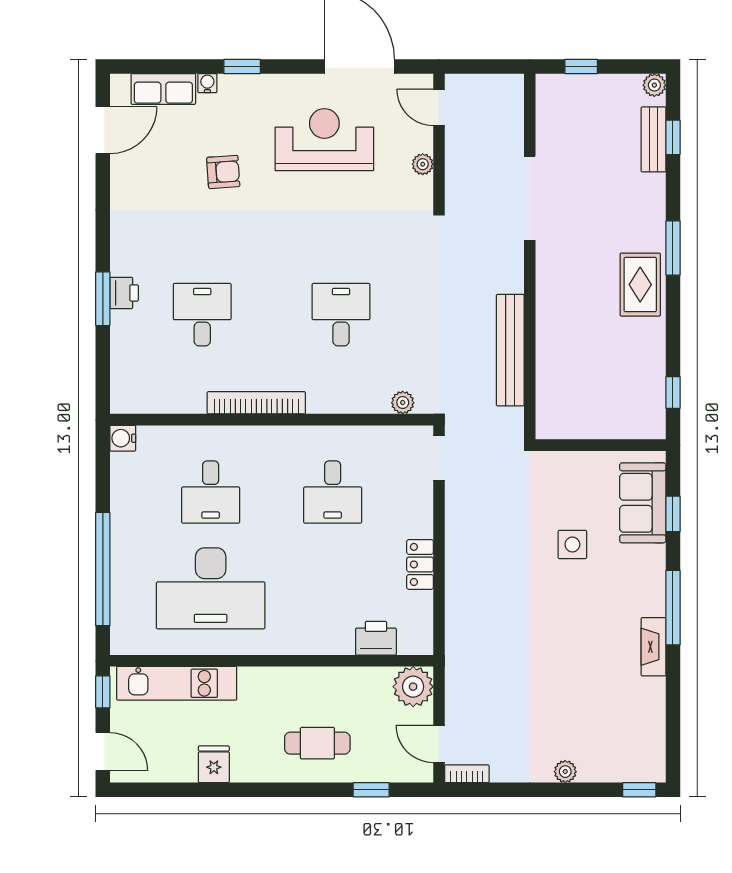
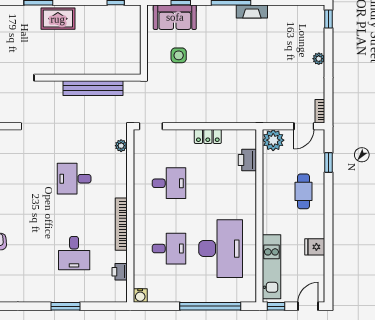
printer: (124, 293) -> (120, 272), moved, turned -90
desk: (202, 315) -> (74, 253), turned -90
side table: (572, 544) -> (179, 55), moved

